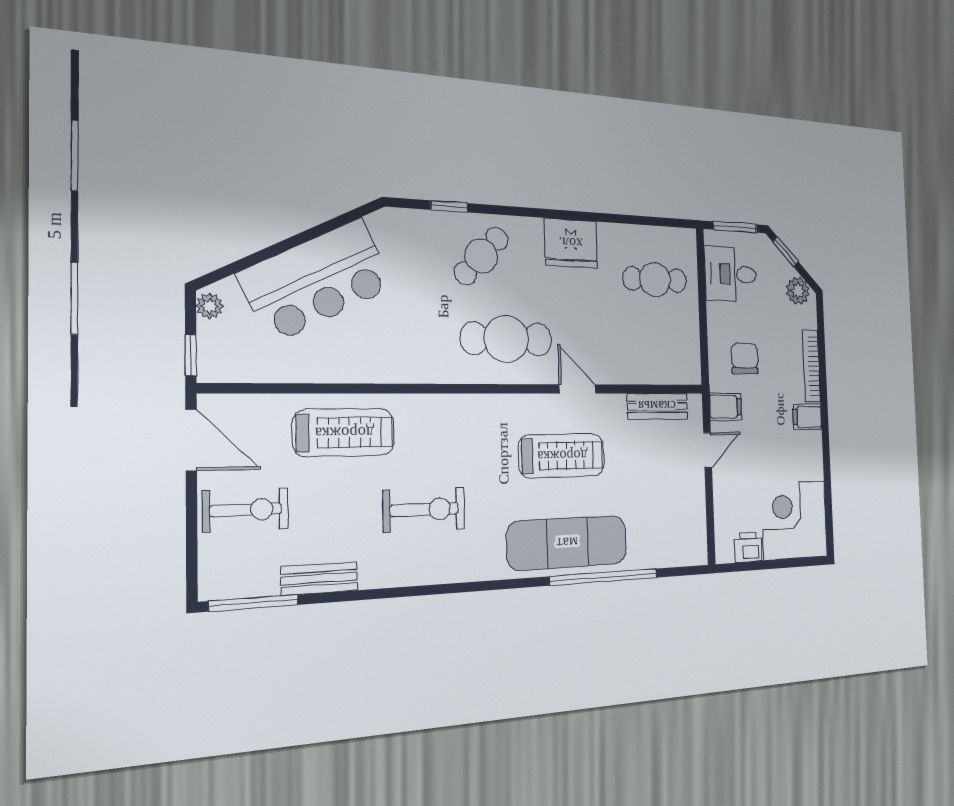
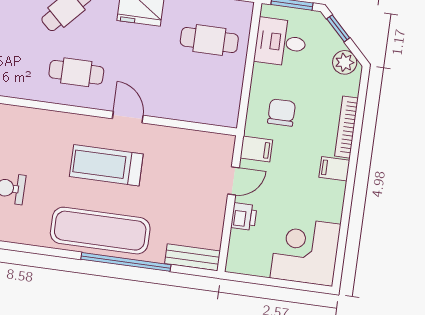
cafe table: (506, 339) -> (76, 72), width x0.73, depth x0.74
bench: (657, 406) -> (193, 257), moved
treadmill: (562, 456) -> (106, 165), turned 180
printer: (748, 547) -> (244, 217), moved, turned 90

